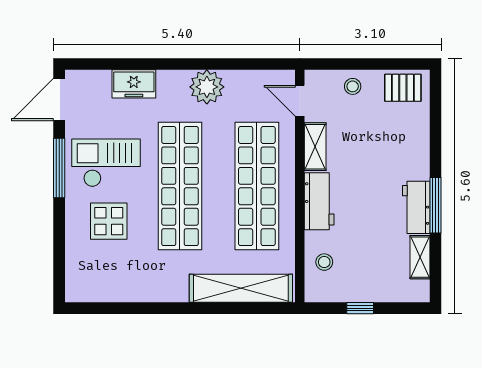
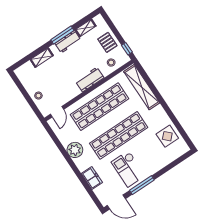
pallet: (403, 88) -> (107, 42), moved
shelving: (315, 147) -> (42, 58), moved
display table: (109, 221) -> (167, 136), moved
window: (360, 308) -> (127, 49), moved

